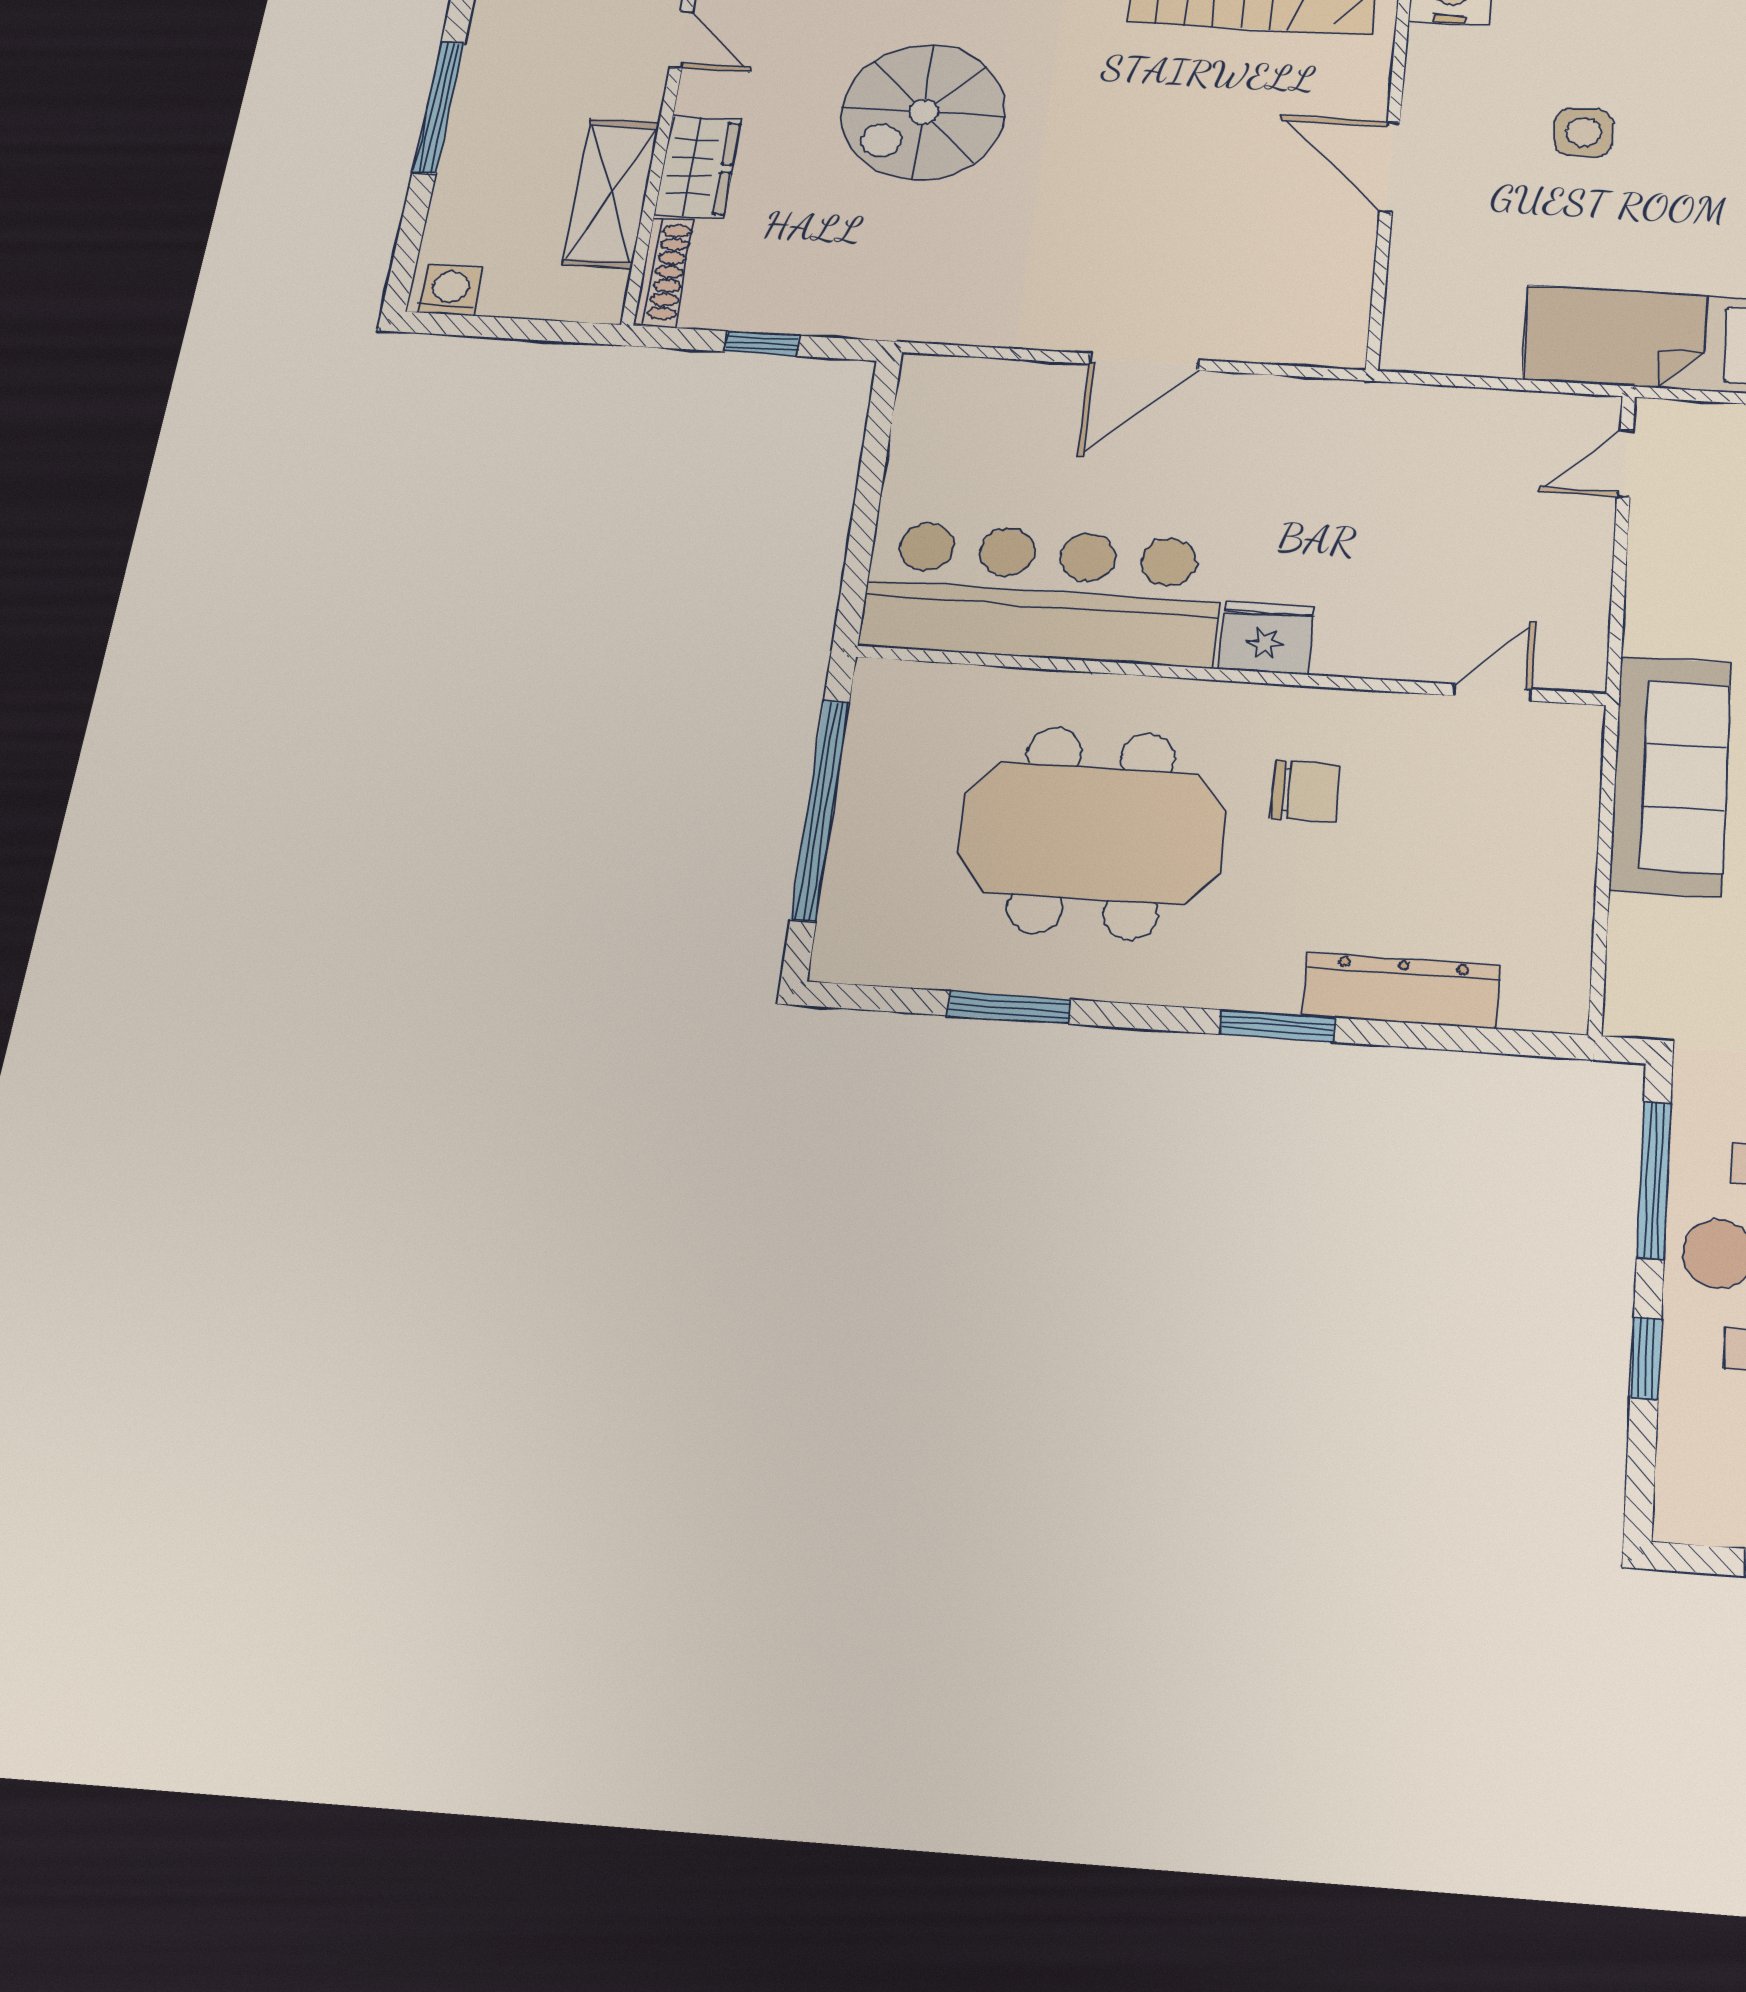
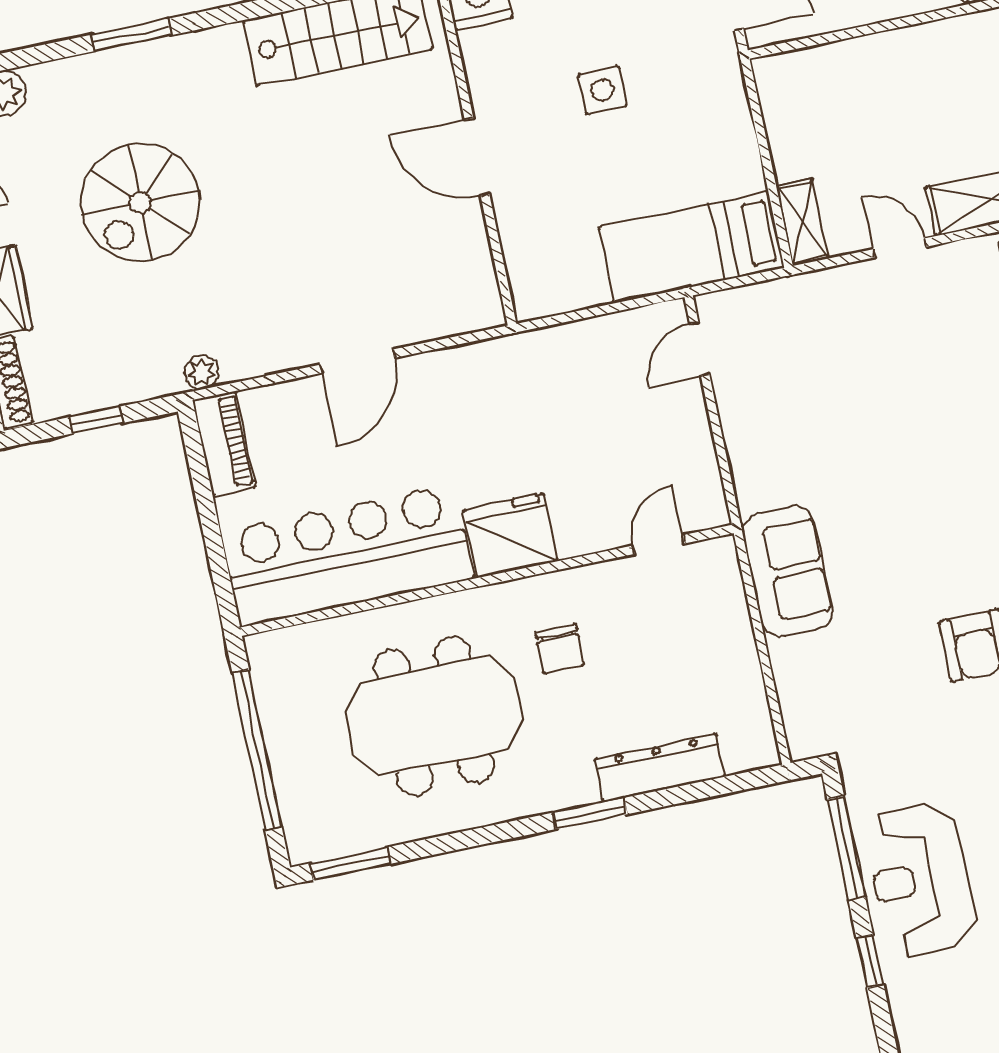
plant: (927, 323) -> (202, 372), added
piano: (924, 414) -> (224, 443), added
fridge: (1266, 638) -> (511, 535), width x1.36, depth x1.34
sofa: (1671, 775) -> (788, 571), width x0.73
chair: (1305, 791) -> (560, 649), turned 90
window: (1009, 1007) -> (350, 864), moved

